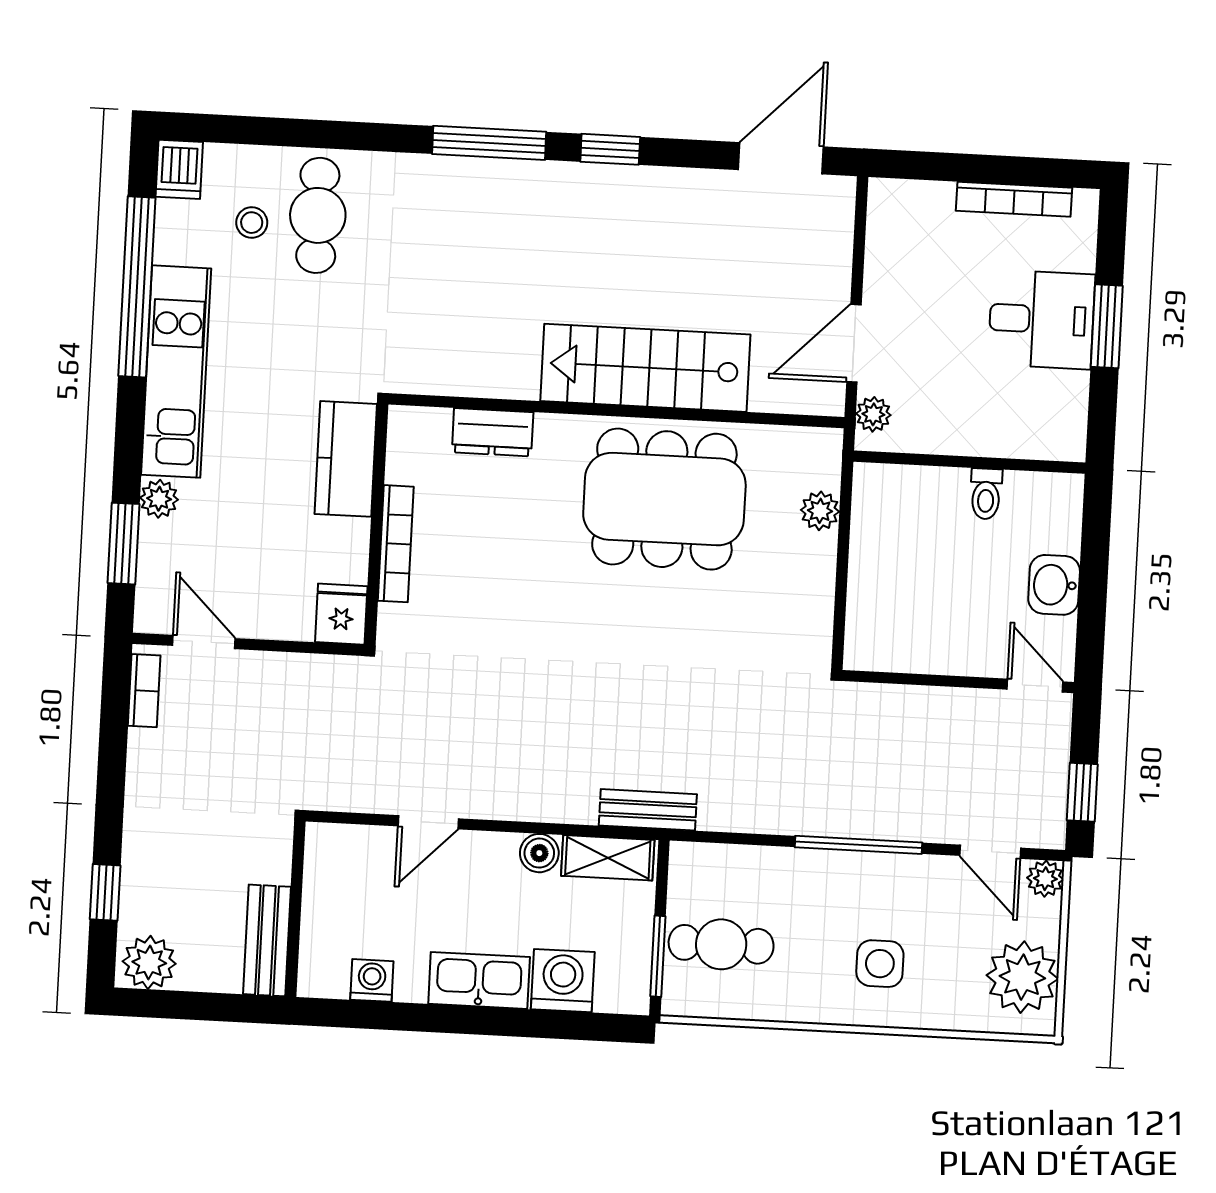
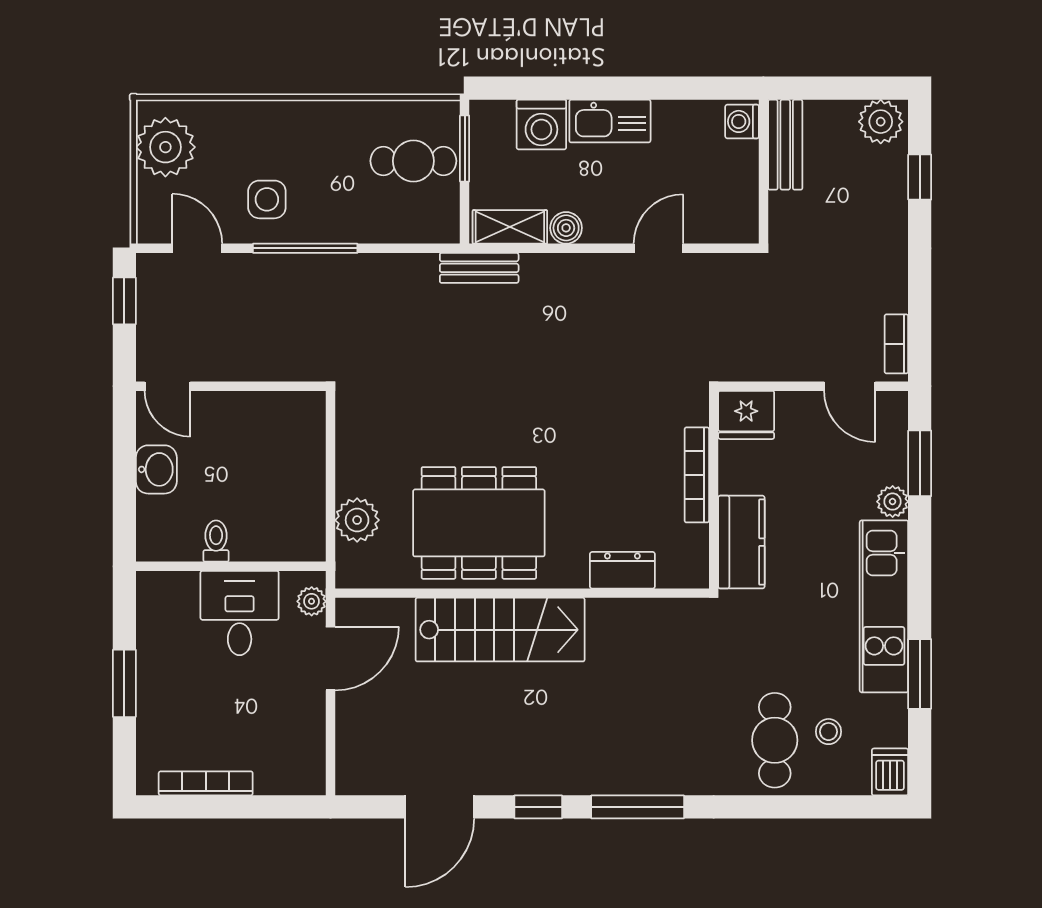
door: (781, 158) -> (440, 807), moved
window: (137, 287) -> (920, 674), width x0.47
desk: (1041, 319) -> (240, 613), moved, turned 90
plant: (820, 511) -> (357, 520), width x1.38, depth x1.38
fridge: (341, 614) -> (746, 415), width x1.38
plant: (1045, 879) -> (151, 229), removed
side table: (880, 964) -> (267, 199), moved
washing machine: (372, 980) -> (742, 121), moved, turned 90

